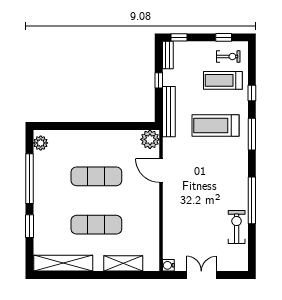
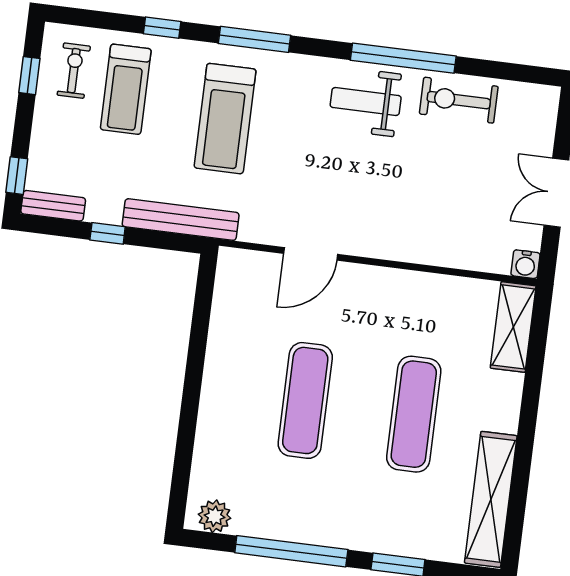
plant: (150, 139) -> (238, 270), removed
weight bench: (231, 186) -> (366, 101), added
shelving: (123, 263) -> (513, 327), moved

